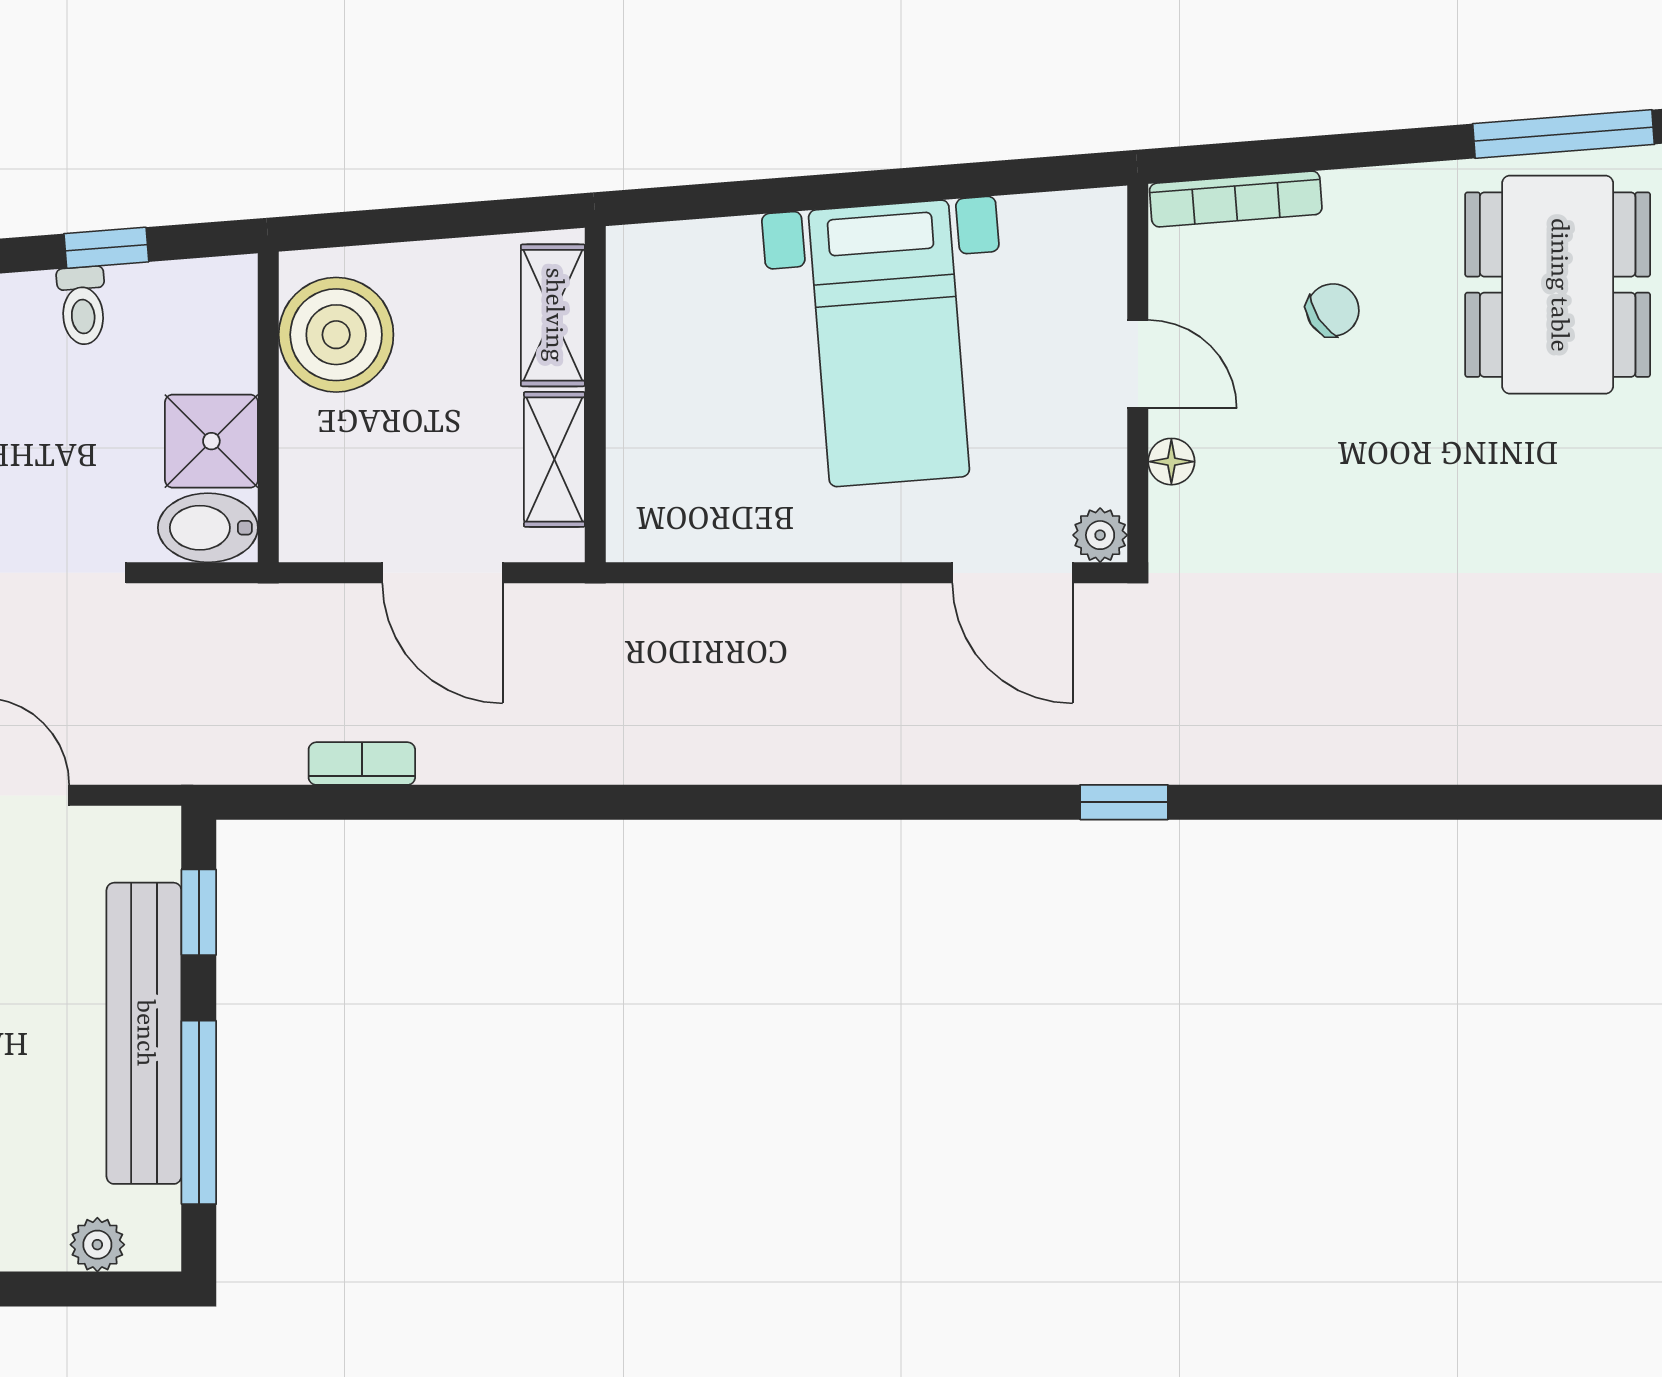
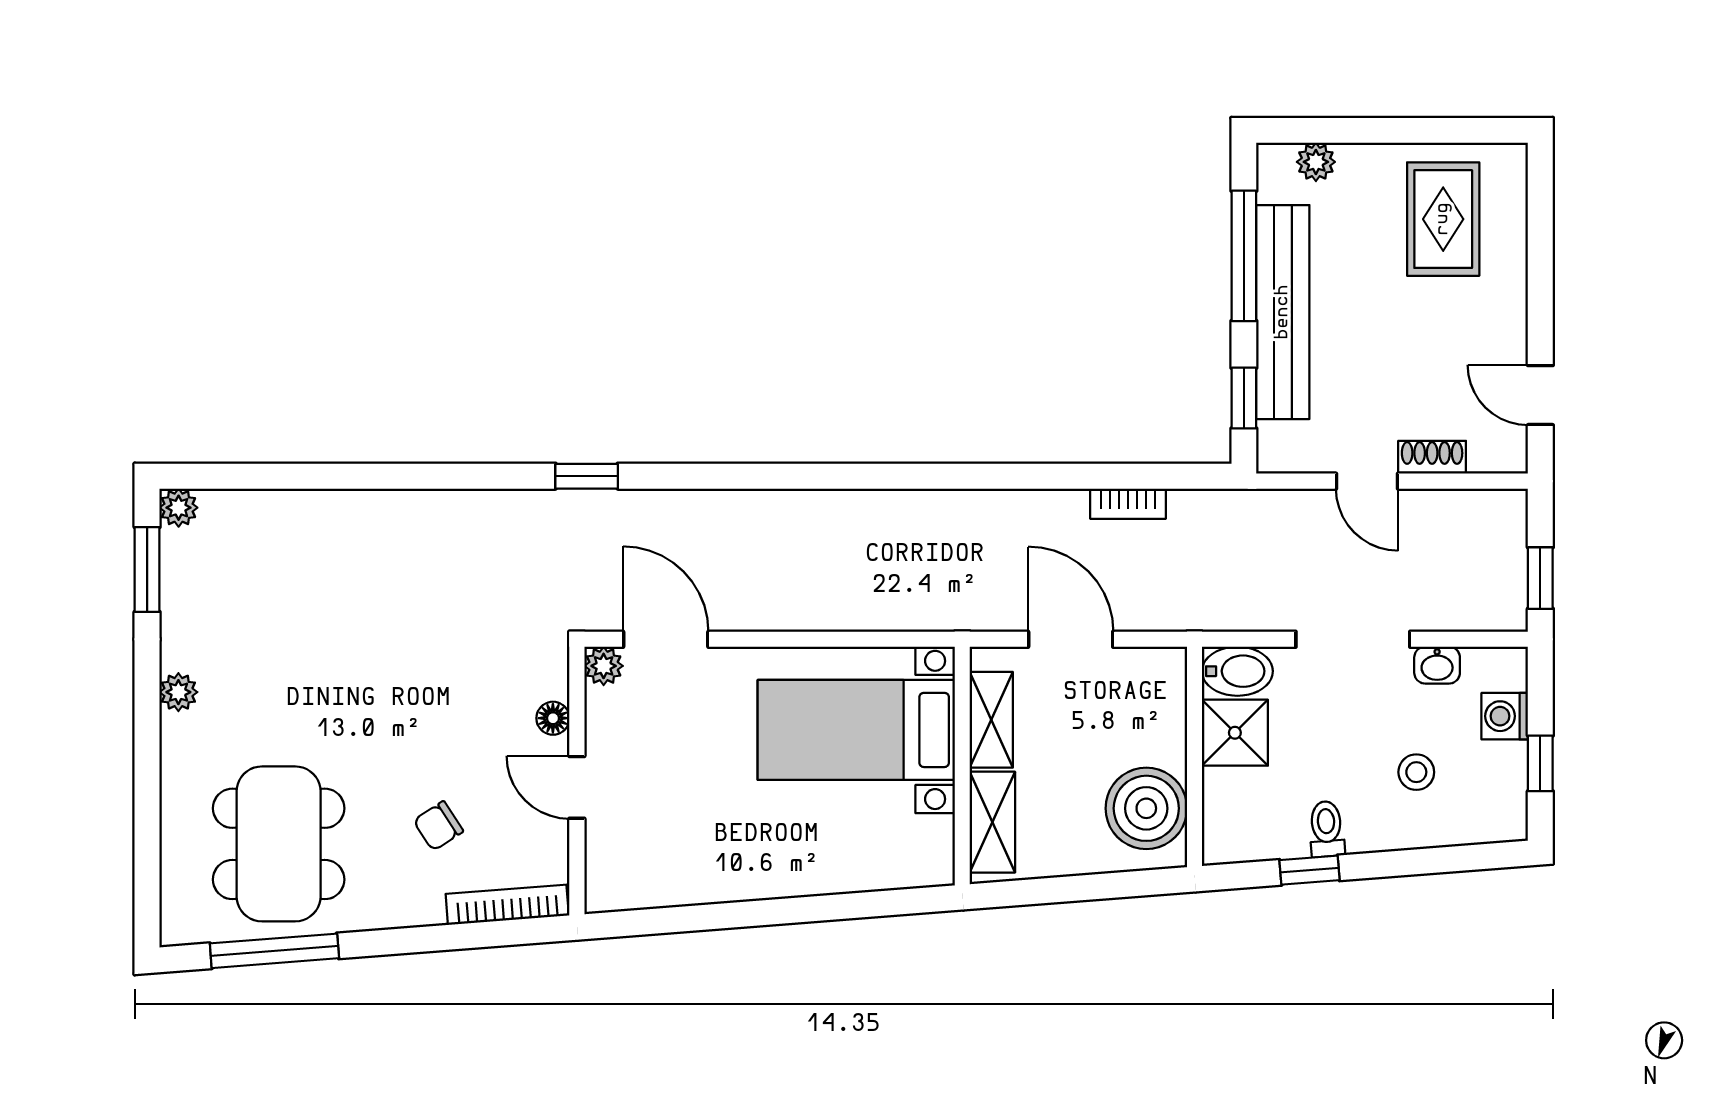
bed with nightstands: (889, 343) -> (856, 730), moved, turned -86

